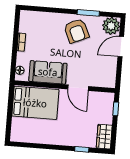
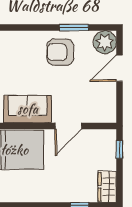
armchair: (76, 31) -> (60, 52), turned 114
door: (78, 88) -> (68, 126), hinge flipped

